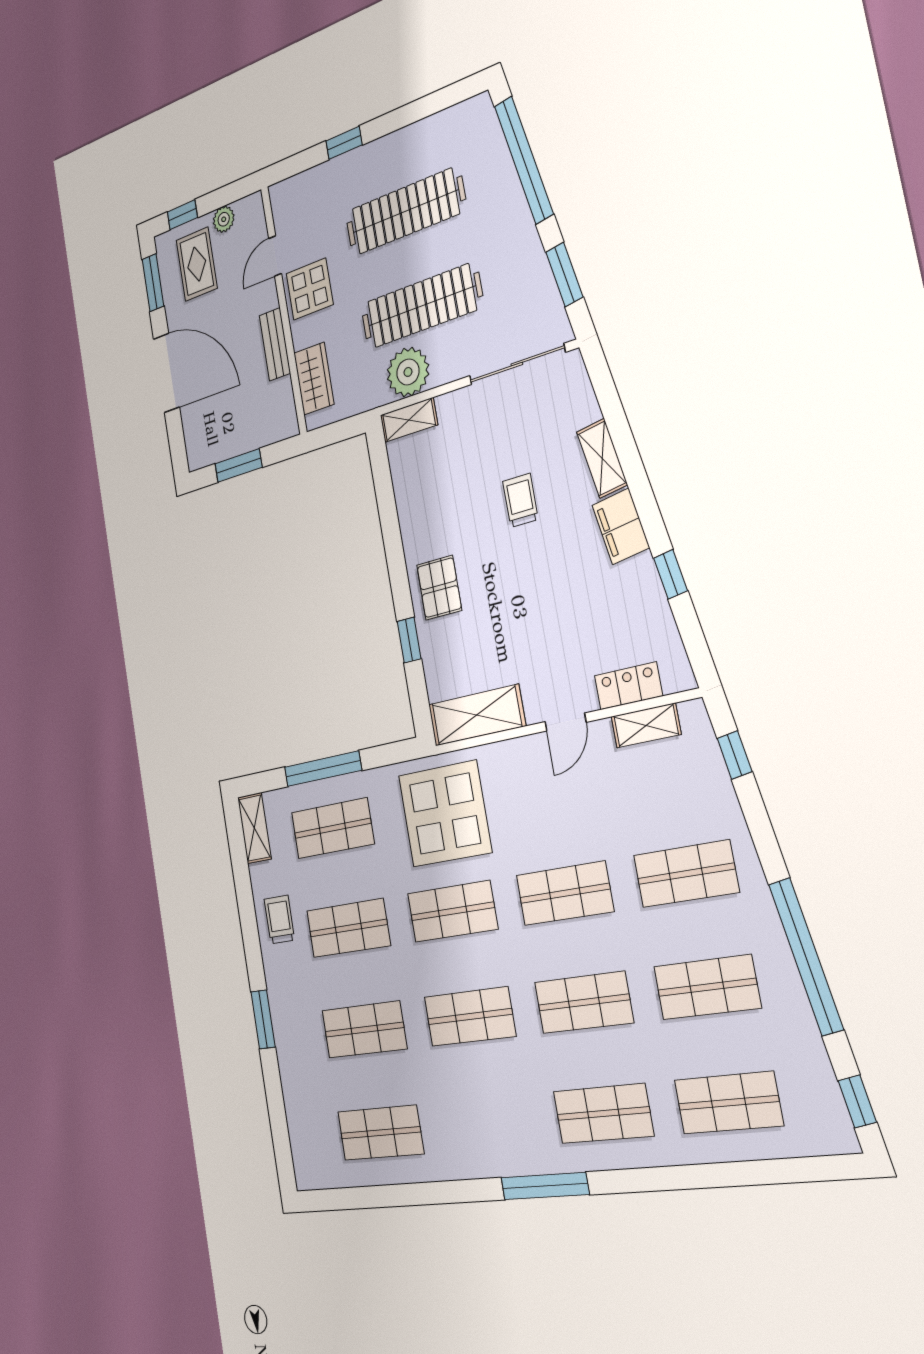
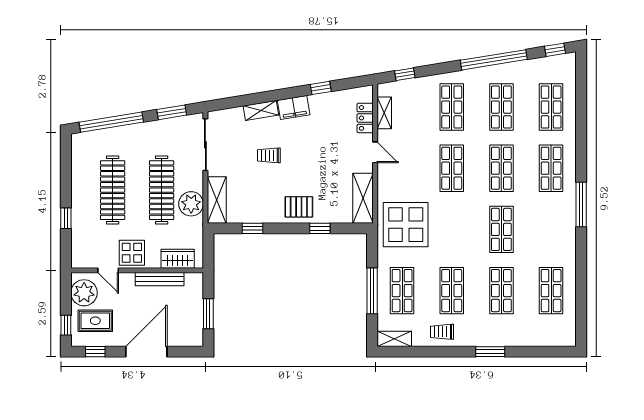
plant: (224, 219) -> (84, 293), width x1.87, depth x1.87
window: (153, 283) -> (95, 352), width x0.67
bench: (275, 344) -> (160, 279), width x1.36
shelving: (409, 420) -> (217, 200), width x1.50, depth x1.33
window: (387, 506) -> (253, 228), added
shop shelf: (452, 911) -> (452, 229), removed

